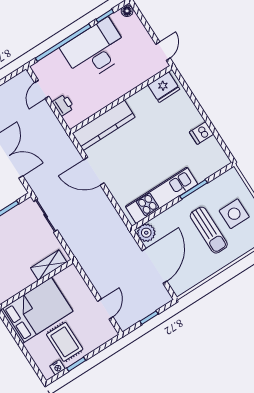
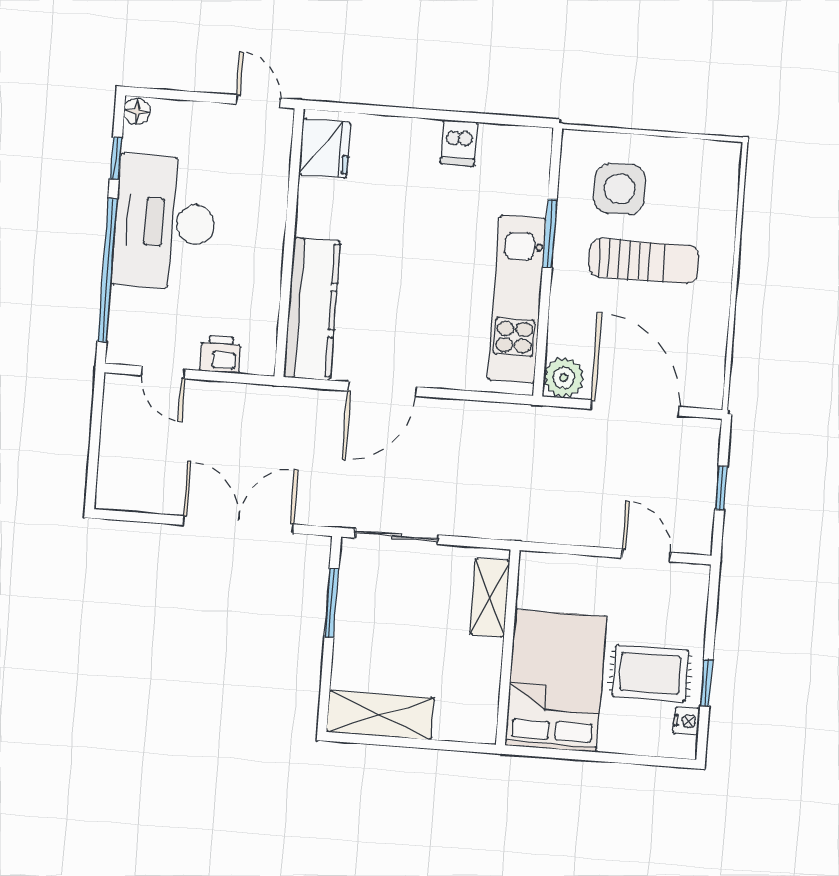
side table: (234, 214) -> (620, 189), moved

